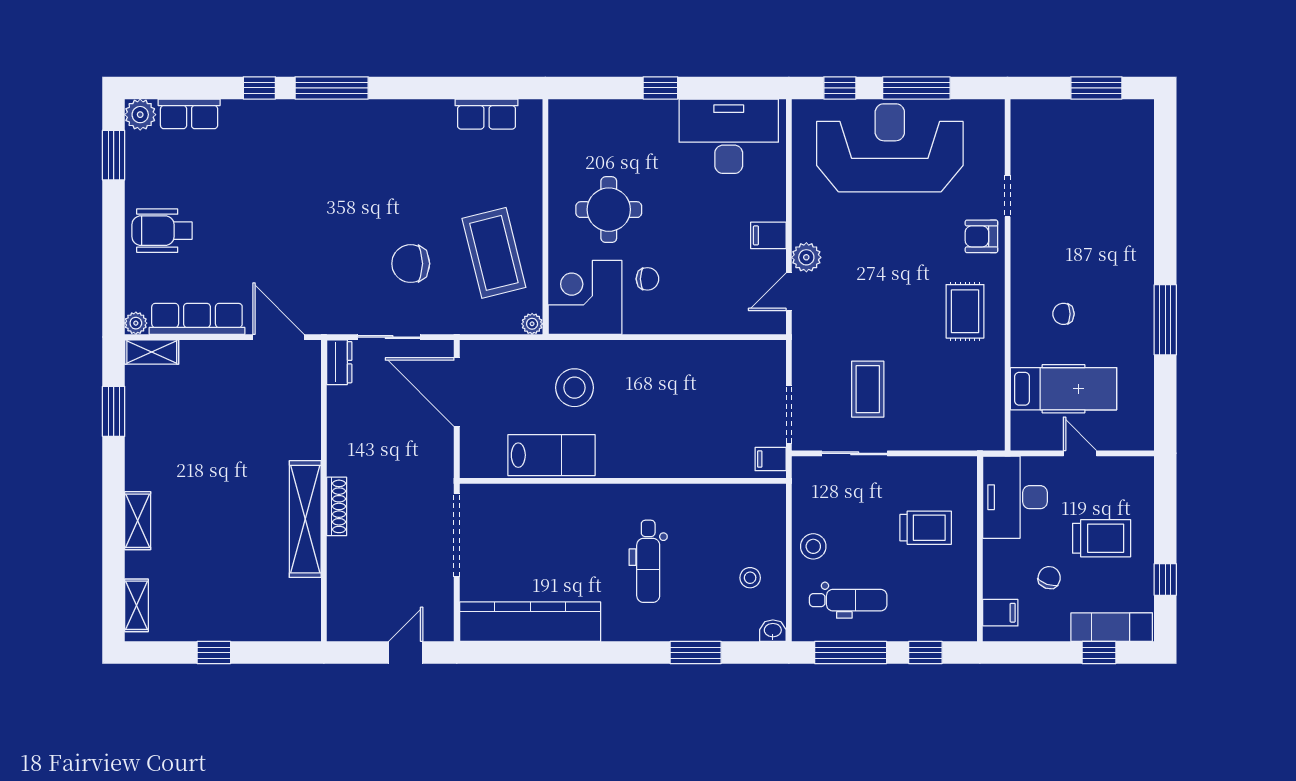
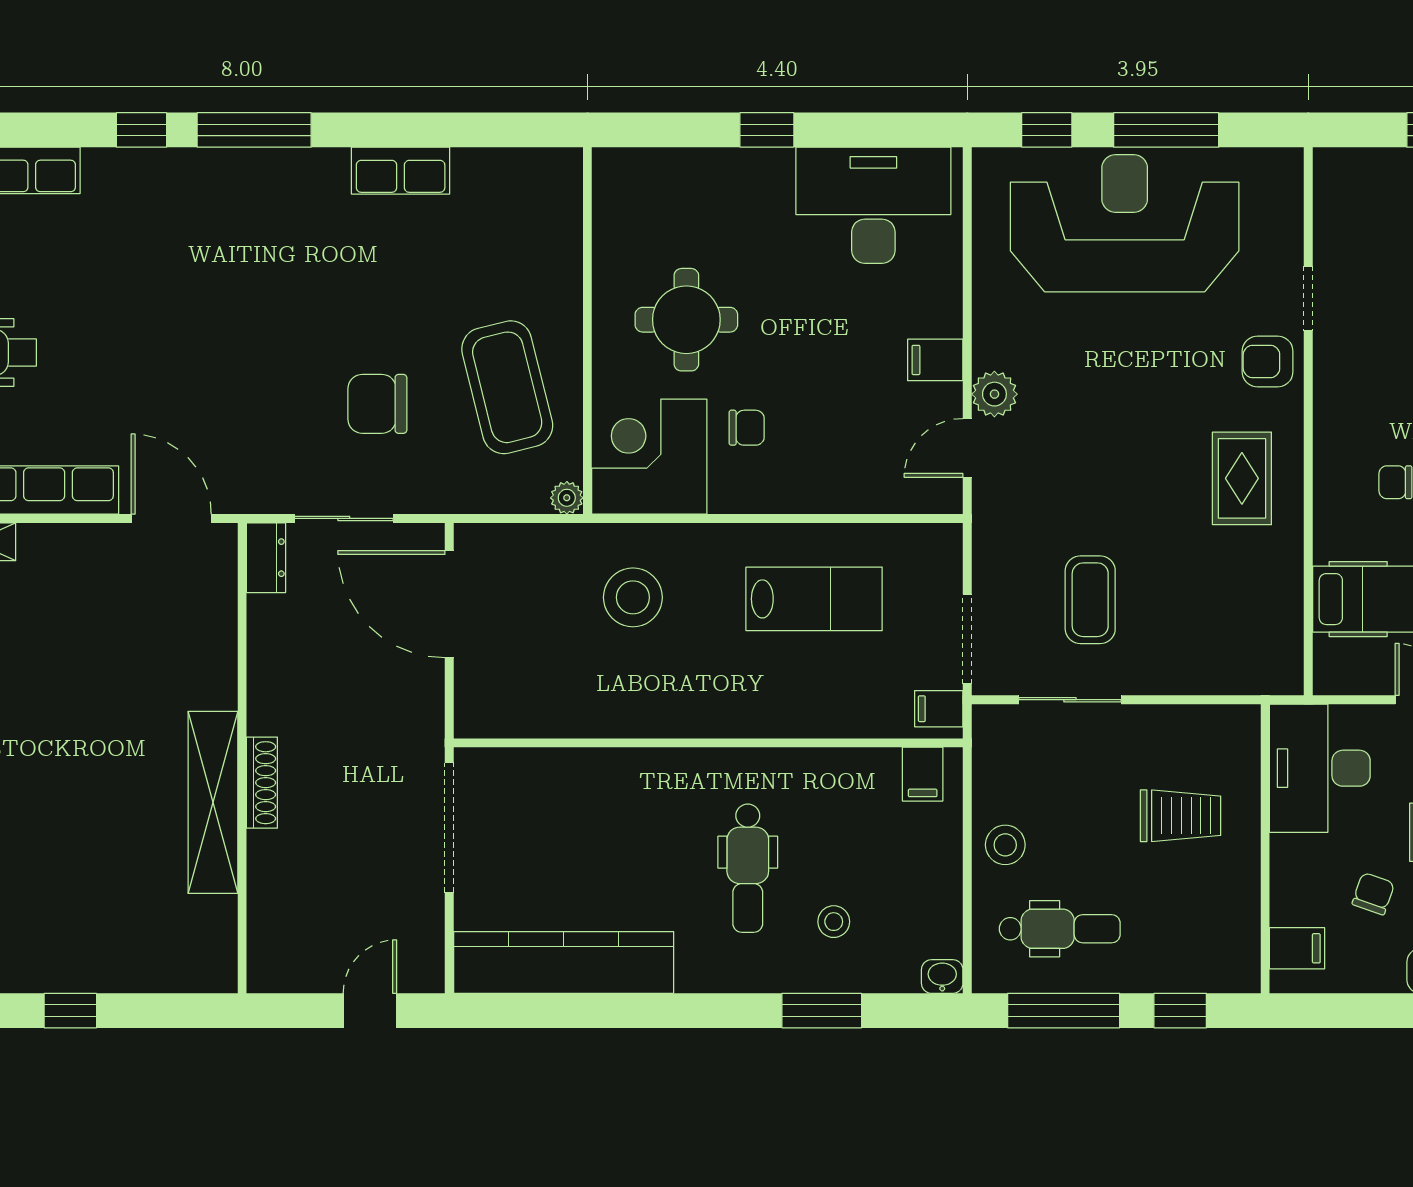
row of seats: (487, 114) -> (401, 171), moved
lab bench: (551, 455) -> (814, 599), moved
filing cabinet: (760, 501) -> (923, 774), added
stool: (750, 578) -> (834, 922), moved

